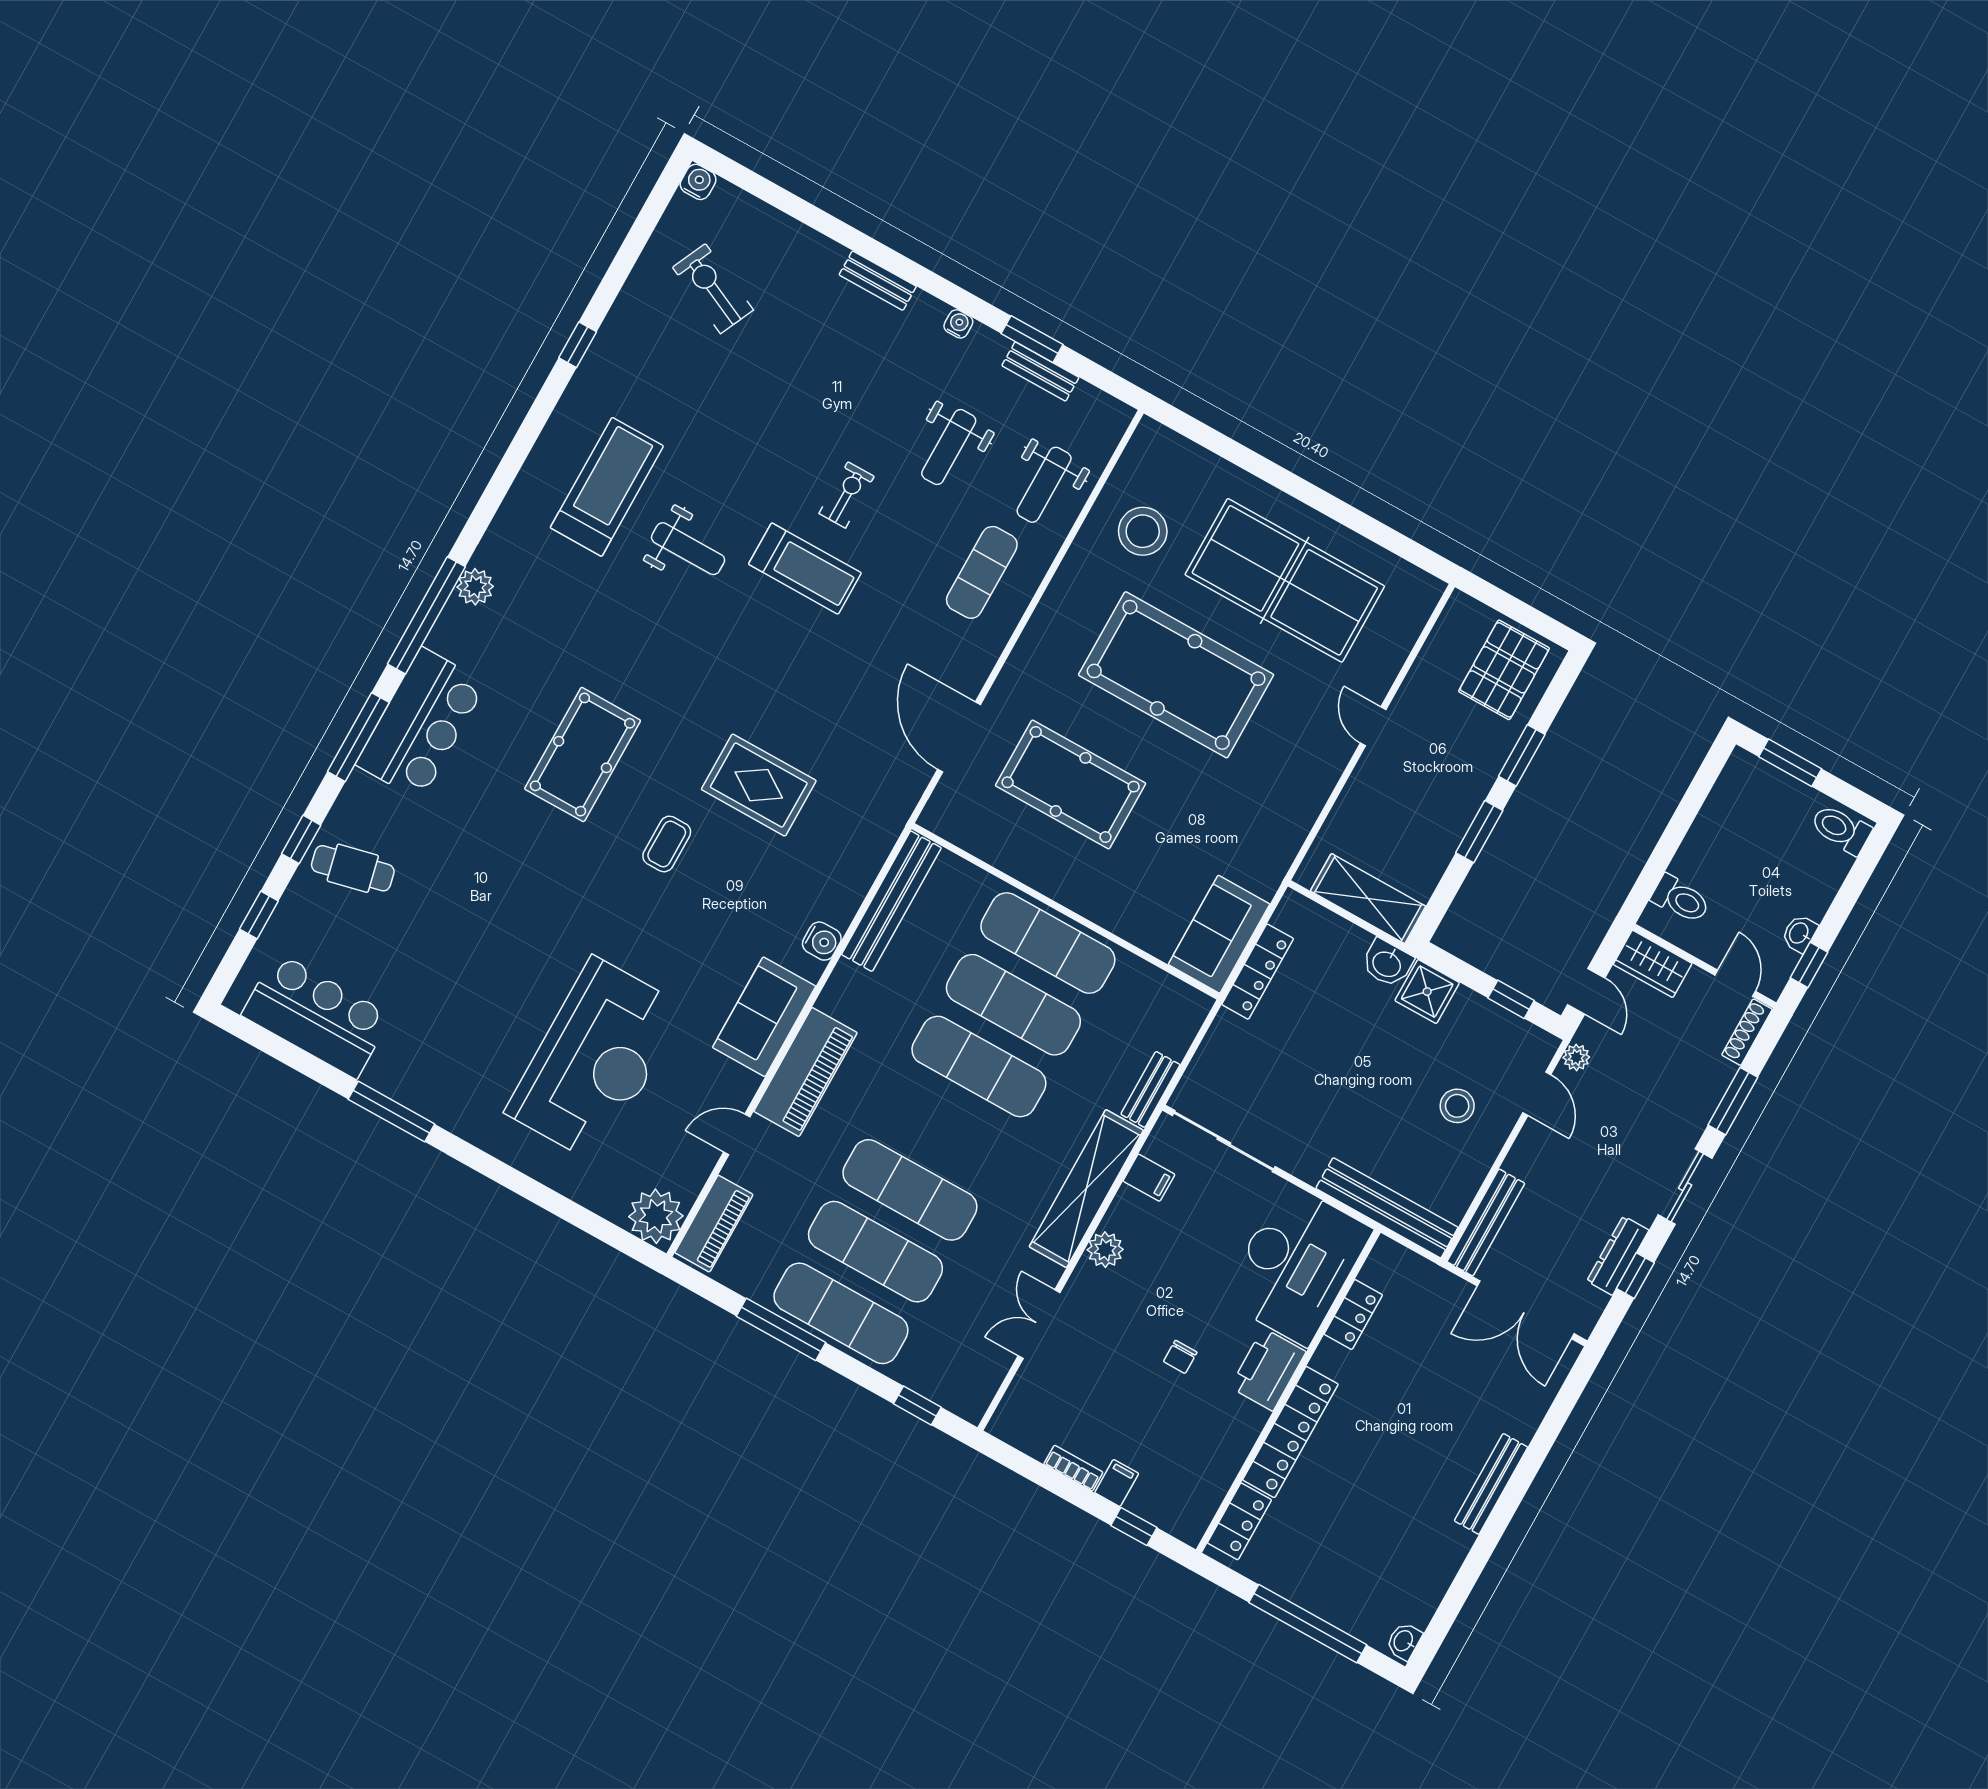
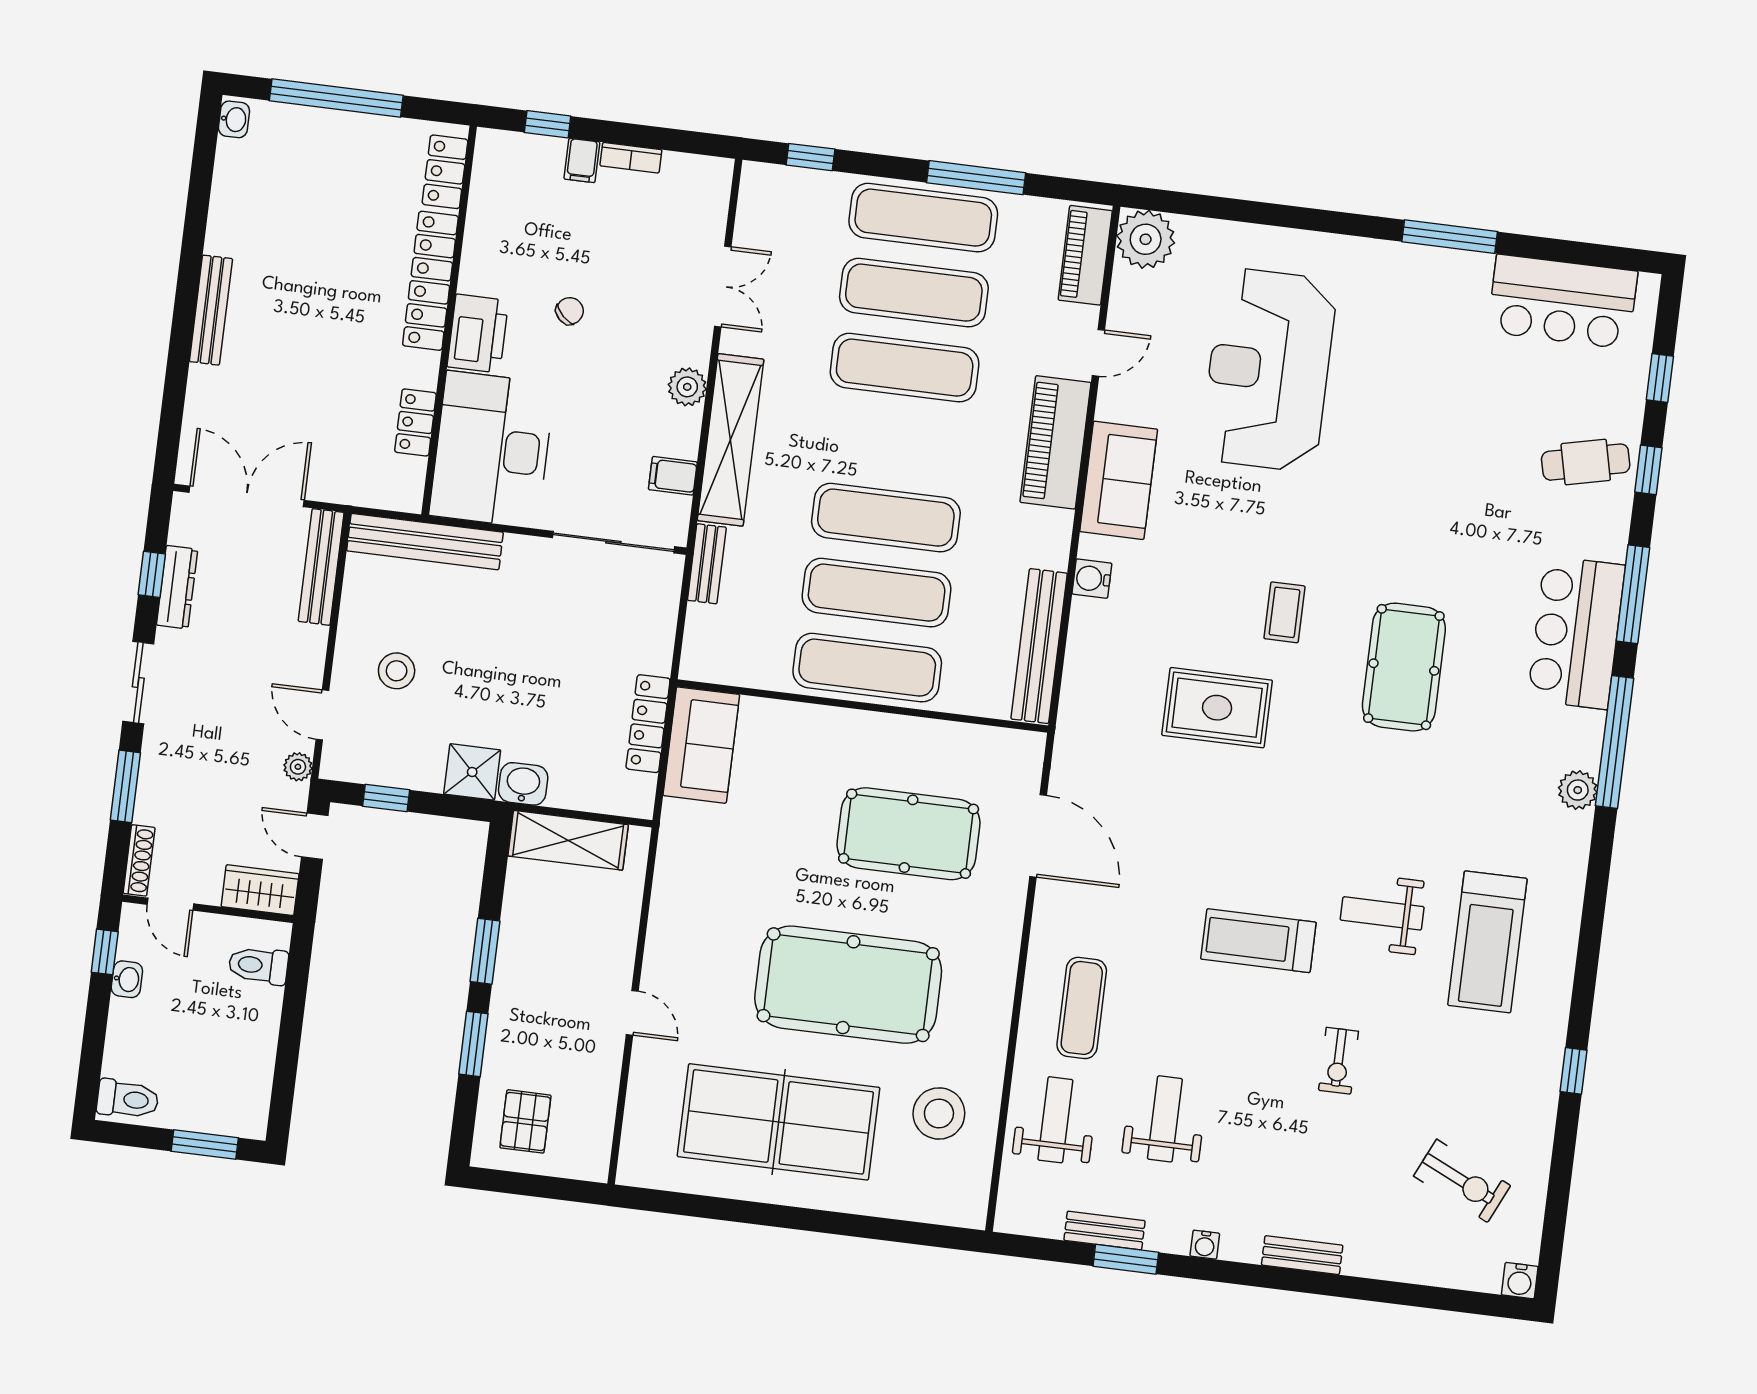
exercise bike: (847, 495) -> (1338, 1061), moved
pallet: (1504, 670) -> (525, 1121), width x0.67, depth x0.71
chair: (1180, 1357) -> (570, 311), turned 44

